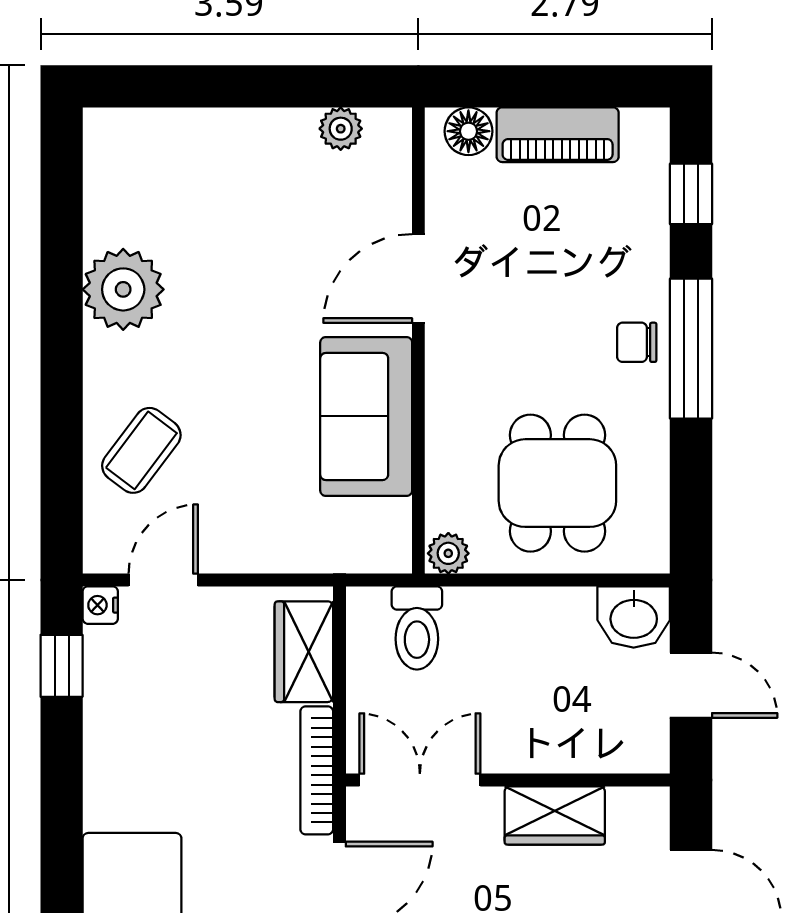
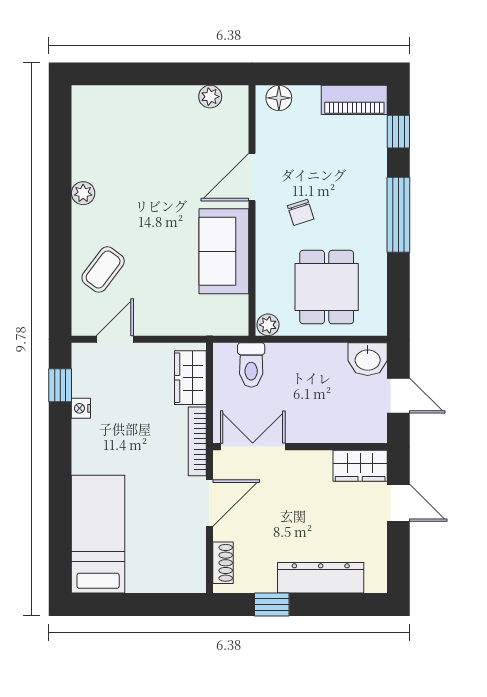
piano: (558, 135) -> (354, 100), moved
plant: (123, 289) -> (83, 193), width x0.53, depth x0.53
chair: (637, 342) -> (301, 212), moved, turned -108
nightstand: (100, 605) -> (81, 408), moved
wardrobe: (555, 815) -> (360, 466), moved

